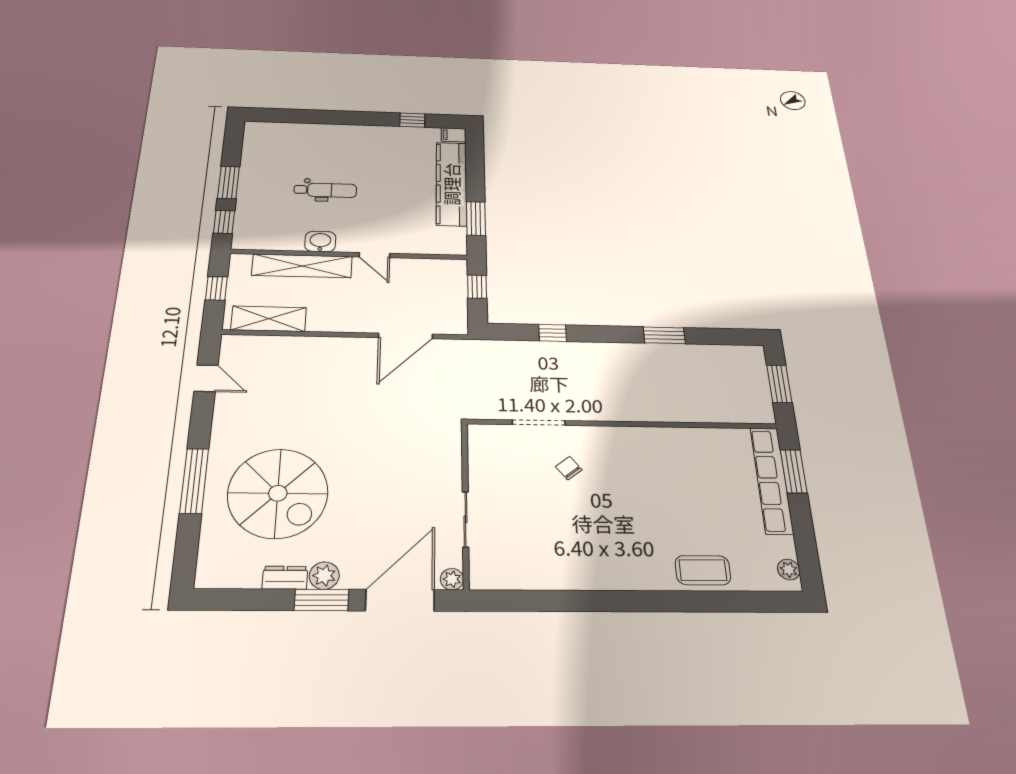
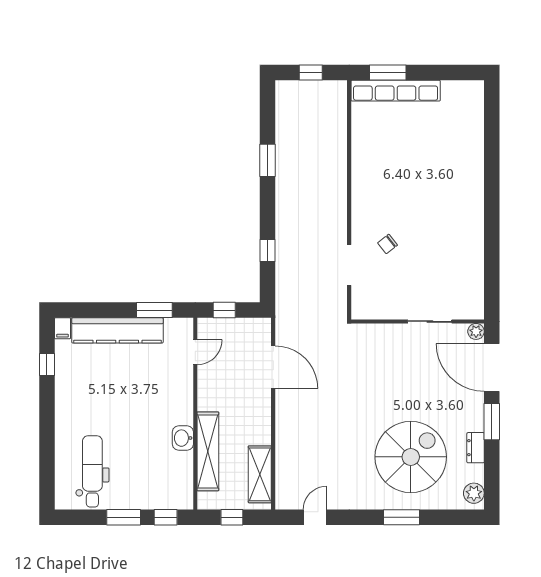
dental chair: (325, 190) -> (92, 471), moved, width x1.36, depth x1.38
door: (374, 255) -> (195, 352), moved
window: (779, 384) -> (311, 72), width x0.67
window: (194, 481) -> (401, 517), width x0.69
coffee table: (703, 570) -> (468, 151), removed
plant: (789, 570) -> (467, 88), removed
plant: (324, 576) -> (474, 493), moved

